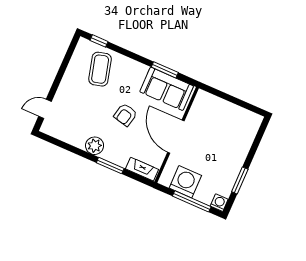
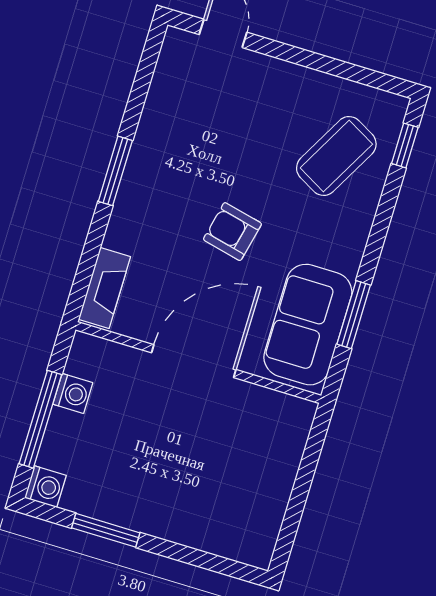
coffee table: (100, 69) -> (336, 156), turned -46
plant: (95, 146) -> (148, 165), removed
window: (110, 166) -> (115, 171), moved
washing machine: (185, 182) -> (73, 393), width x0.53, depth x0.53

